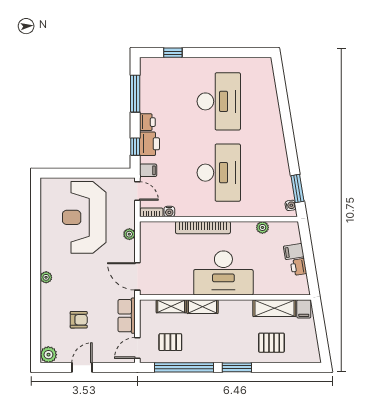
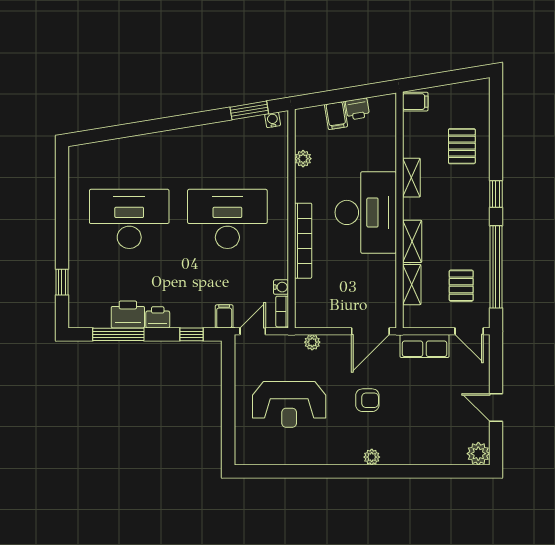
printer: (149, 144) -> (128, 314), moved
reception desk: (84, 217) -> (289, 404), width x0.74, depth x0.77
shelving: (274, 308) -> (411, 178), moved, width x0.67, depth x0.75
armchair: (79, 320) -> (367, 400), moved, turned 90
window: (237, 367) -> (496, 194), width x0.67

